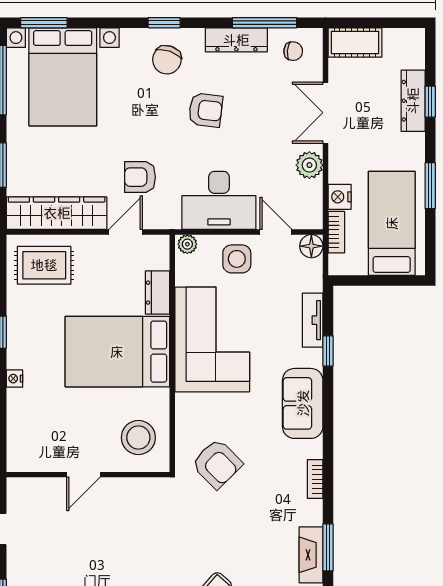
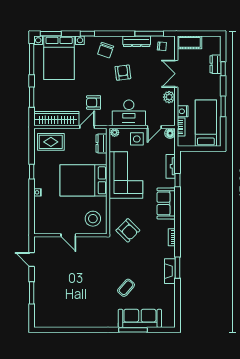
window: (164, 23) -> (87, 34), moved
dresser: (413, 101) -> (215, 64), width x0.70
armchair: (206, 110) -> (123, 73), turned -104
door: (276, 232) -> (154, 127), swing flipped
dresser: (158, 293) -> (101, 144), moved
door: (83, 475) -> (68, 235), hinge flipped

